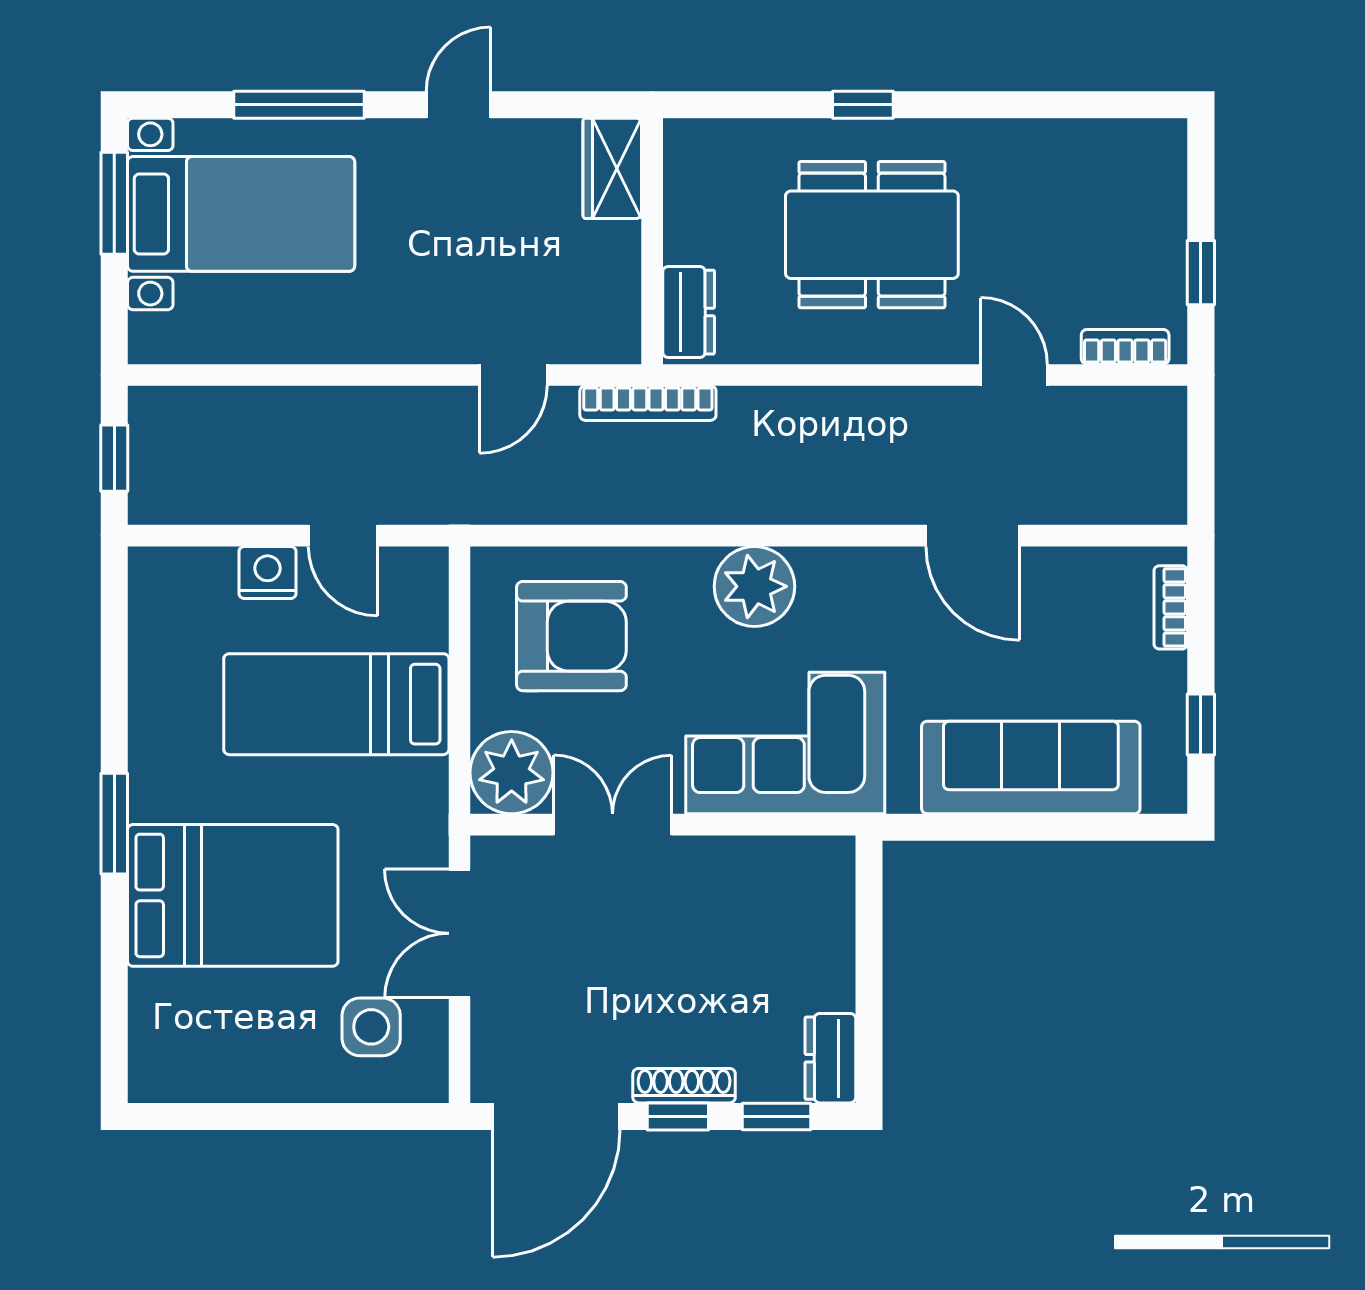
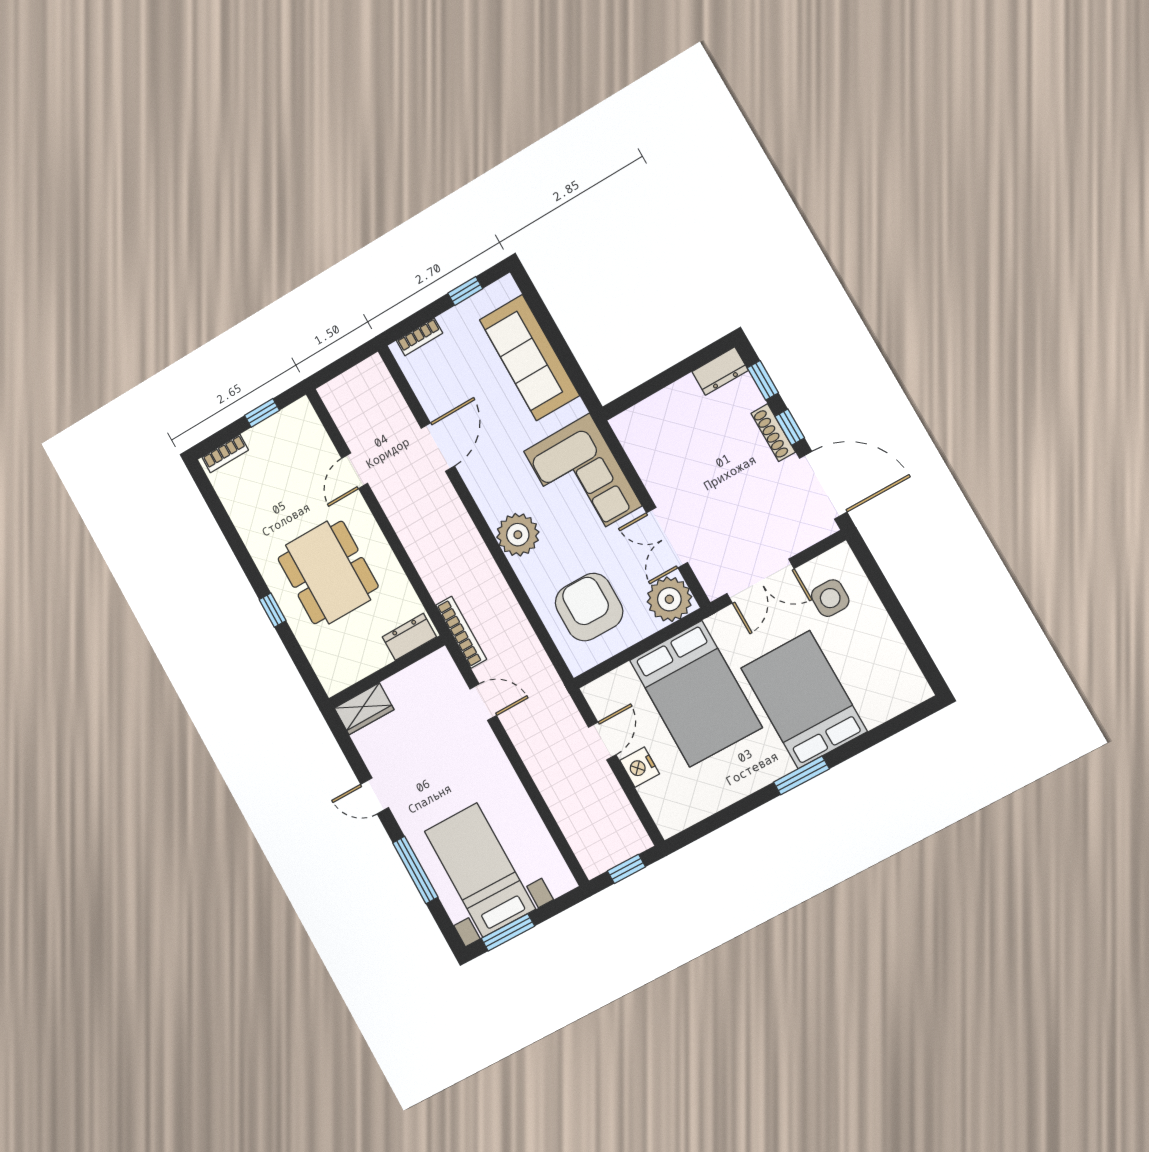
bookcase: (1125, 347) -> (225, 454), moved, turned -90
bed: (336, 704) -> (696, 694), width x1.50

